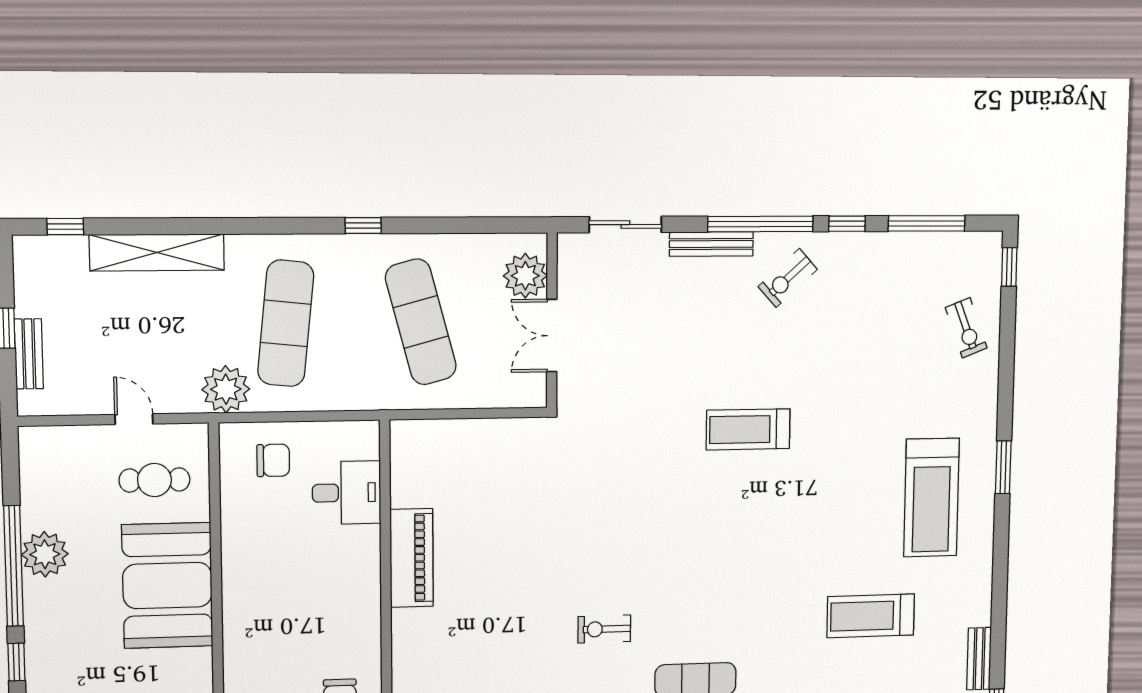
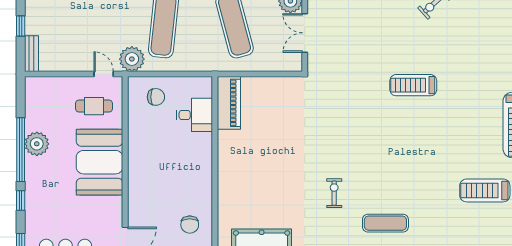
bench: (29, 354) -> (32, 54), moved
door: (134, 419) -> (104, 74), moved
piano: (412, 558) -> (229, 103), moved
exercise bike: (604, 629) -> (334, 193), turned 90

